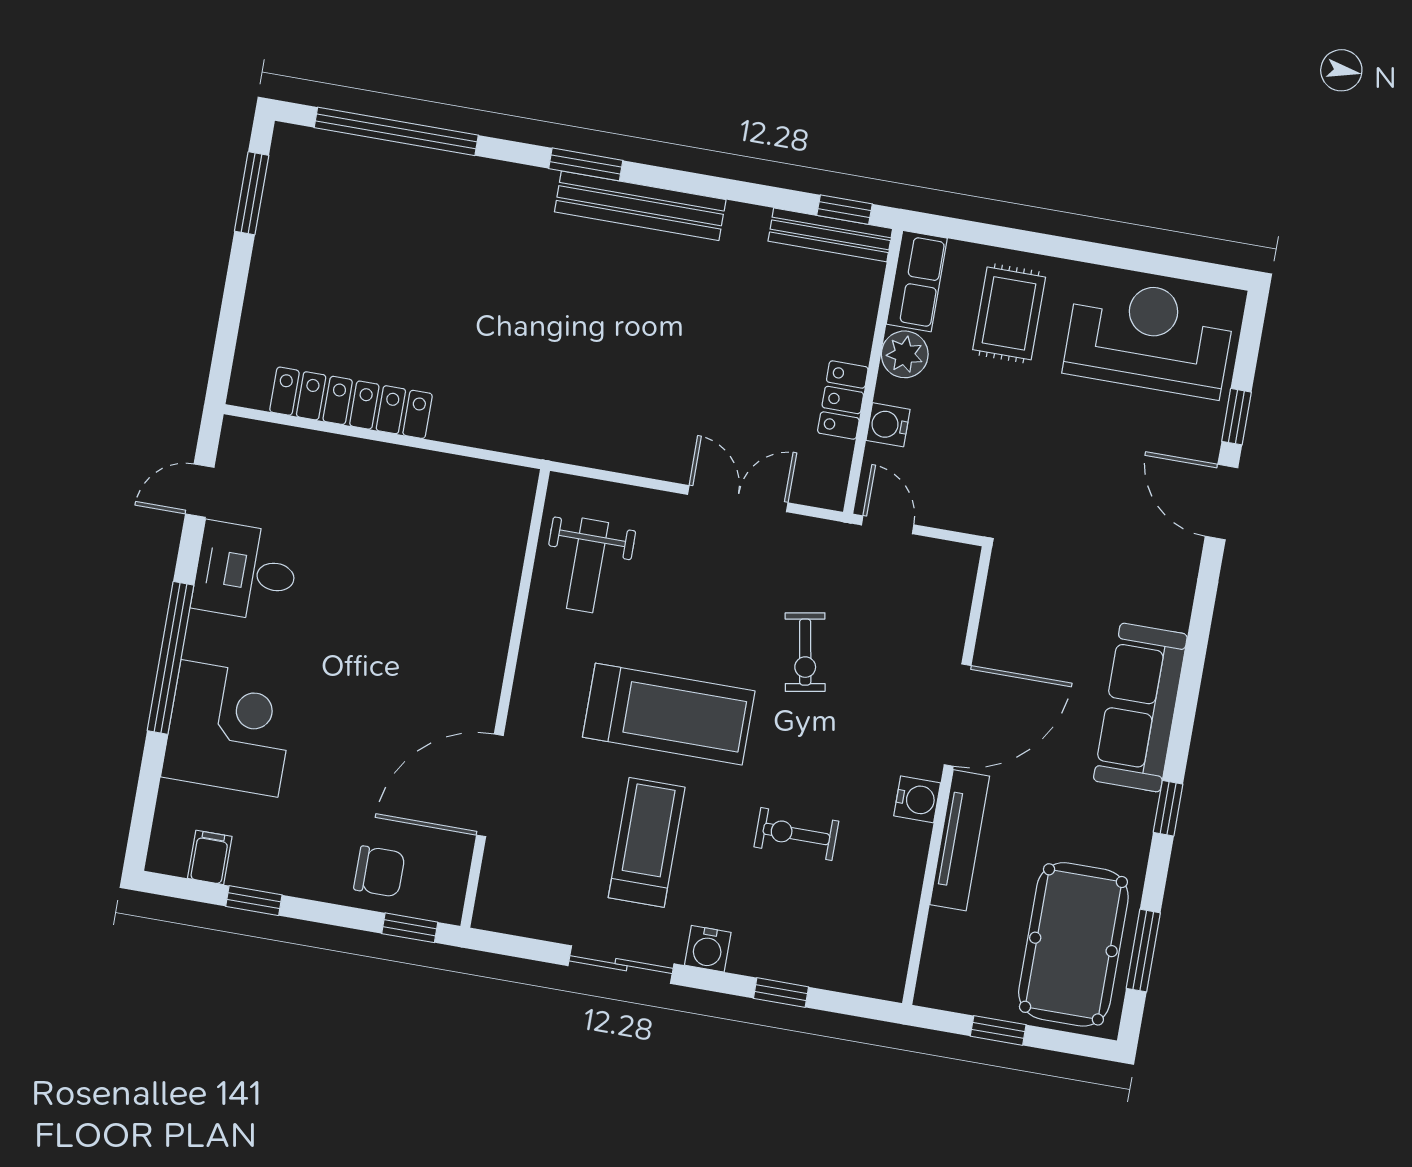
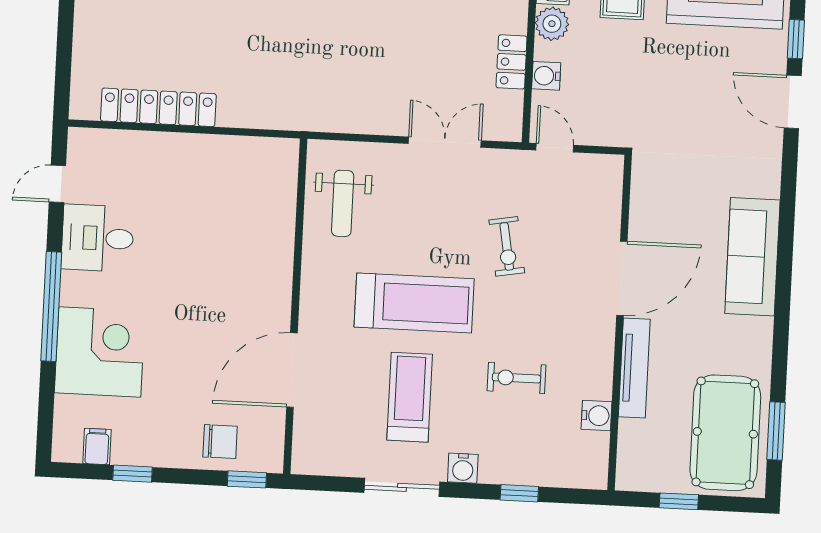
water cooler: (917, 799) -> (596, 416), moved
window: (1168, 808) -> (781, 327), removed

